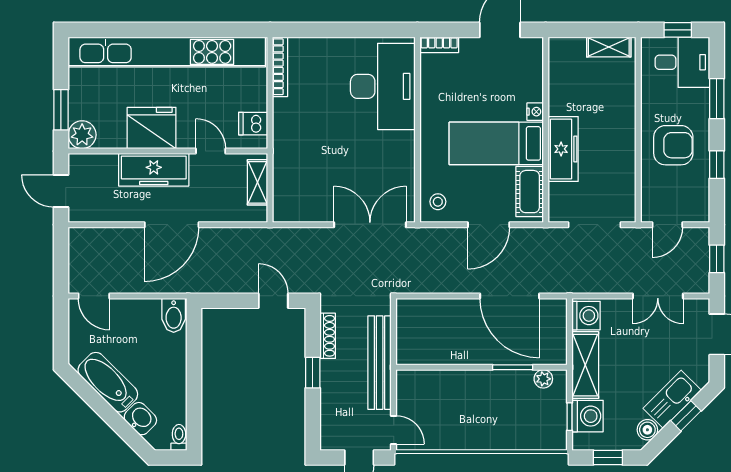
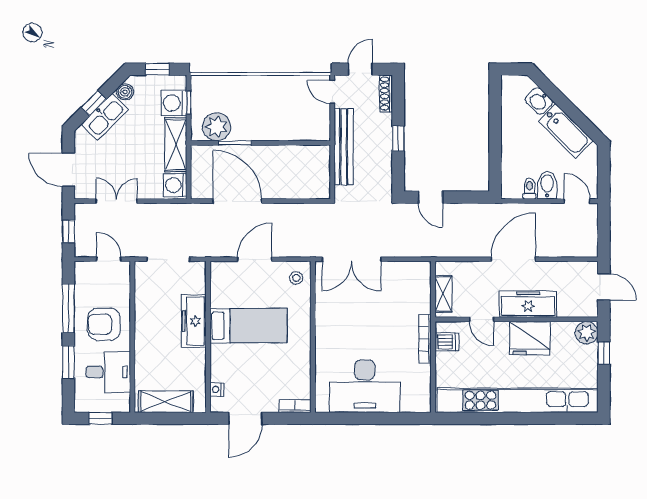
shelving: (609, 47) -> (166, 402), width x1.50, depth x1.33
desk: (682, 62) -> (108, 372), moved, turned 180
bookcase: (280, 67) -> (425, 339), moved
desk: (383, 86) -> (365, 386), moved, turned -90
window: (61, 110) -> (604, 353), width x0.67
nightstand: (535, 112) -> (217, 390), moved
window: (717, 165) -> (68, 308), width x2.17
cot: (530, 192) -> (221, 286), removed
door: (667, 225) -> (109, 259), hinge flipped
bidet: (174, 315) -> (547, 185), moved
shoe rack: (328, 336) -> (386, 94), moved
plant: (543, 379) -> (217, 127), width x1.88, depth x1.88
toilet: (179, 437) -> (529, 189), moved, turned 180

